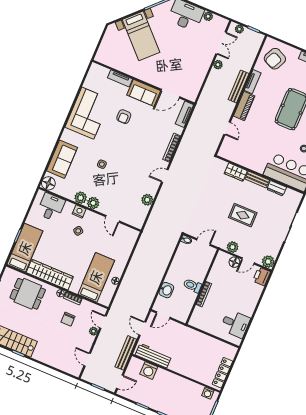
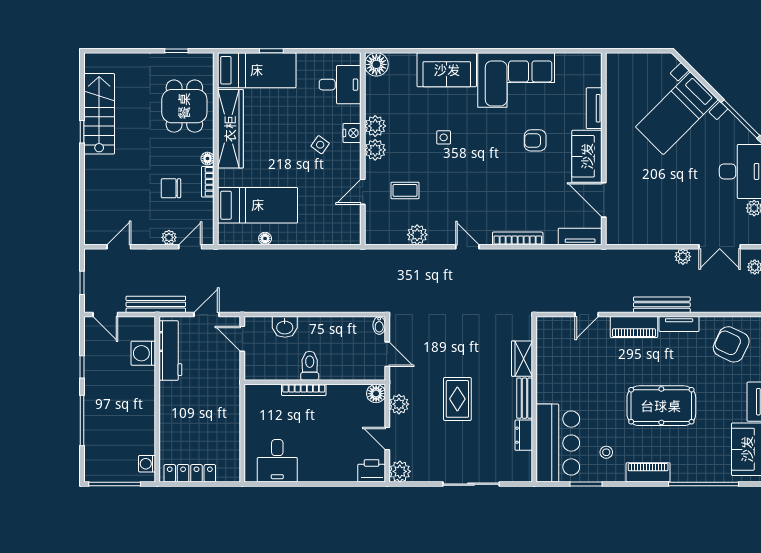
sofa: (62, 159) -> (447, 70), moved
coffee table: (121, 196) -> (405, 190), added
floor lamp: (234, 262) -> (376, 394), moved

